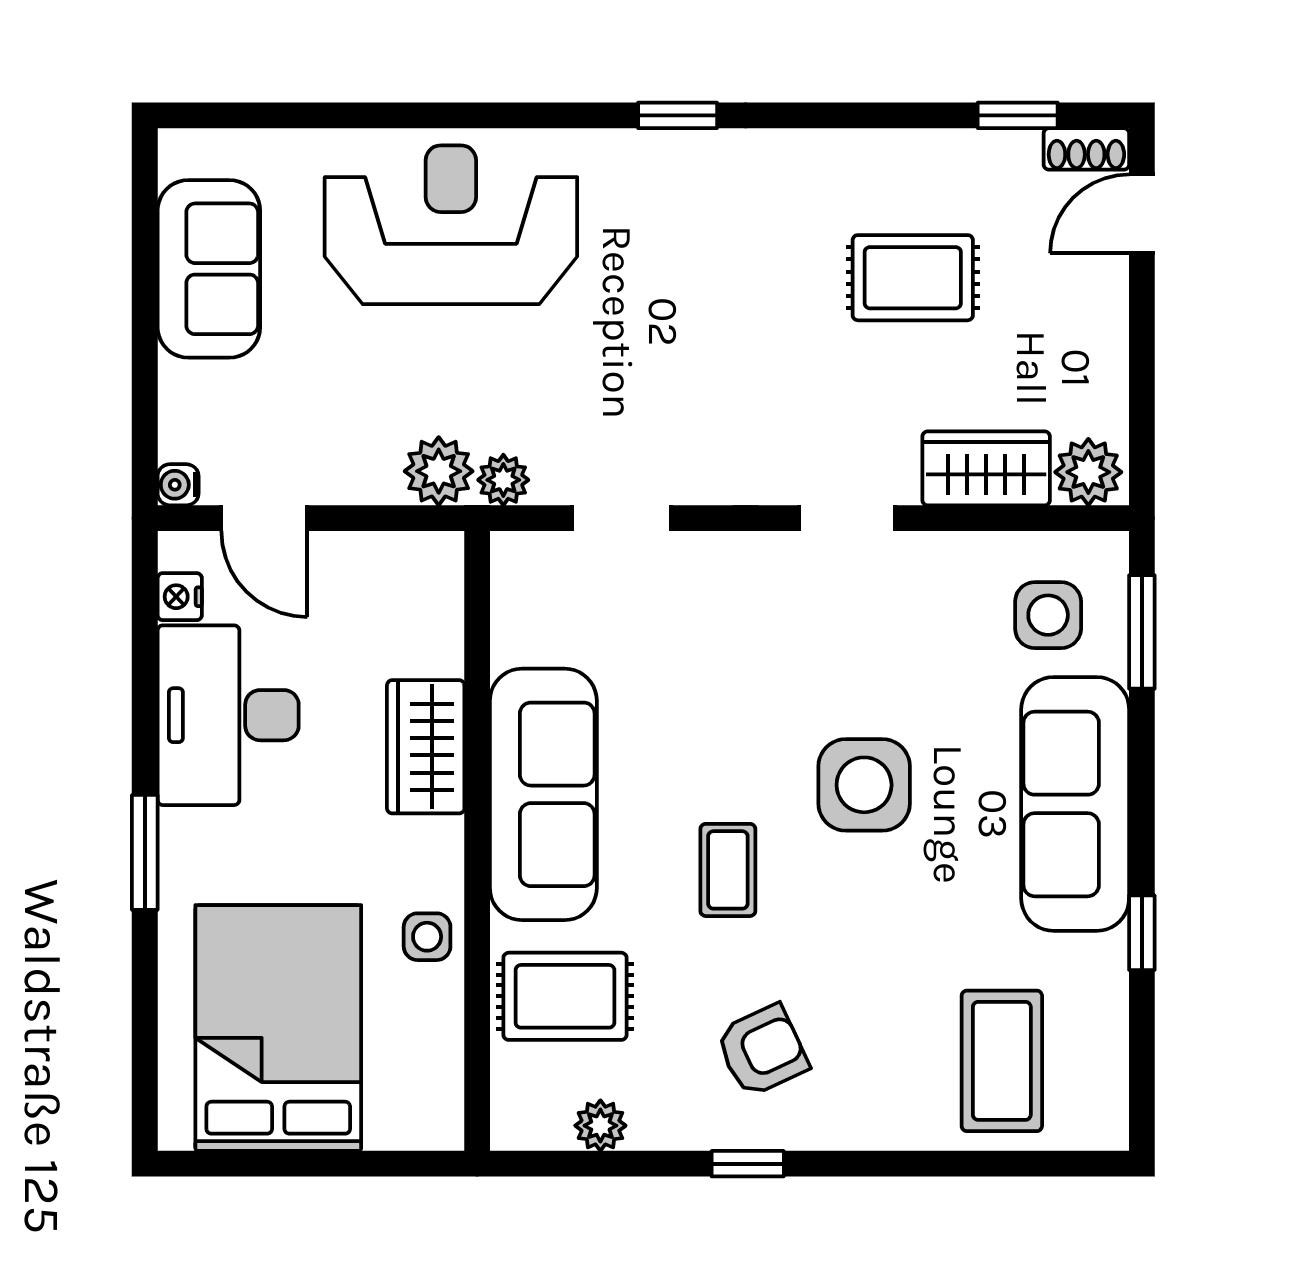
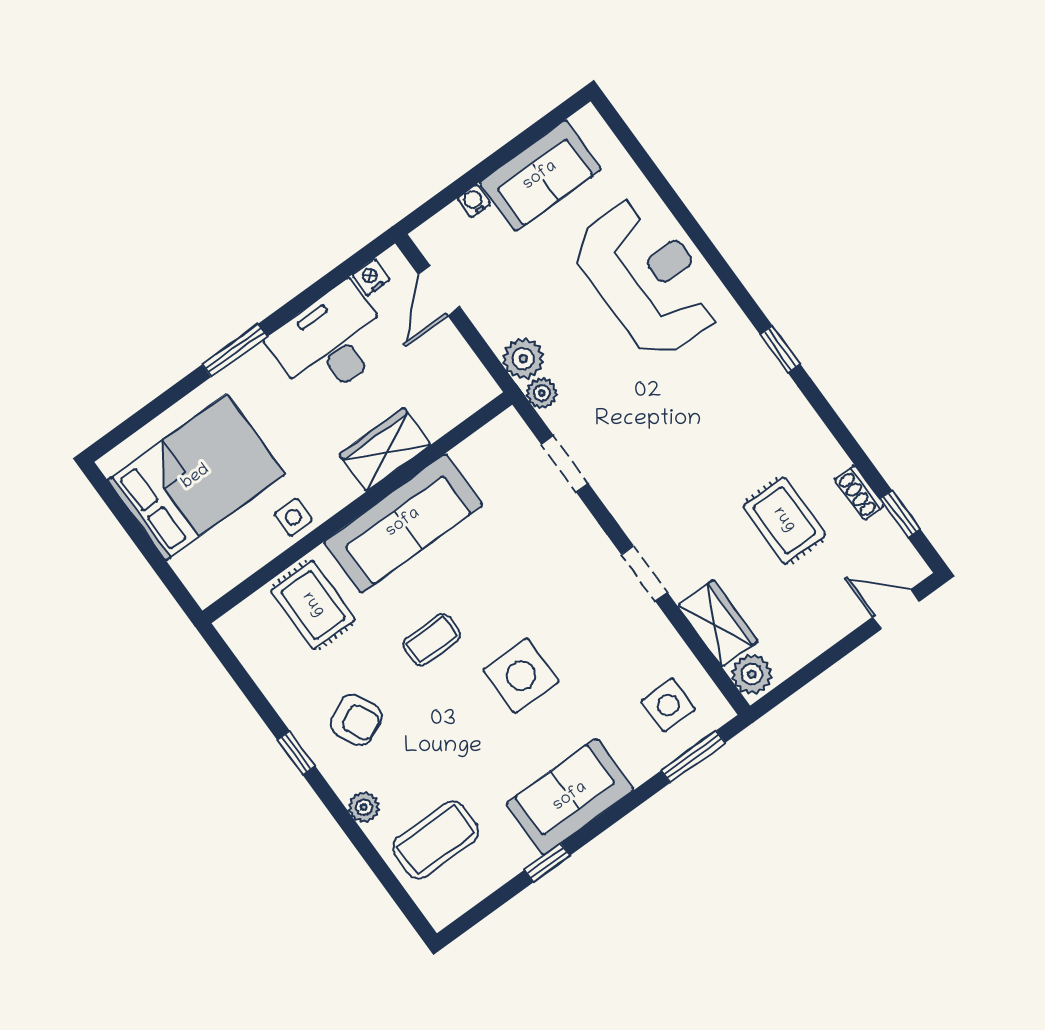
shoe rack: (1086, 149) -> (860, 493), moved
water cooler: (178, 485) -> (474, 201), moved
sofa: (1075, 804) -> (570, 797), width x0.73
plant: (600, 1126) -> (364, 807), moved

